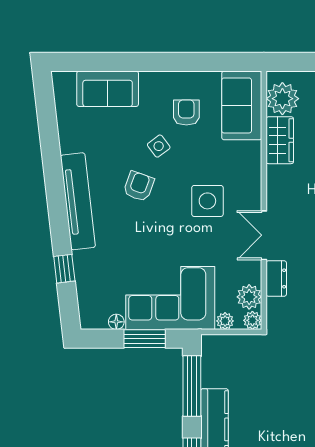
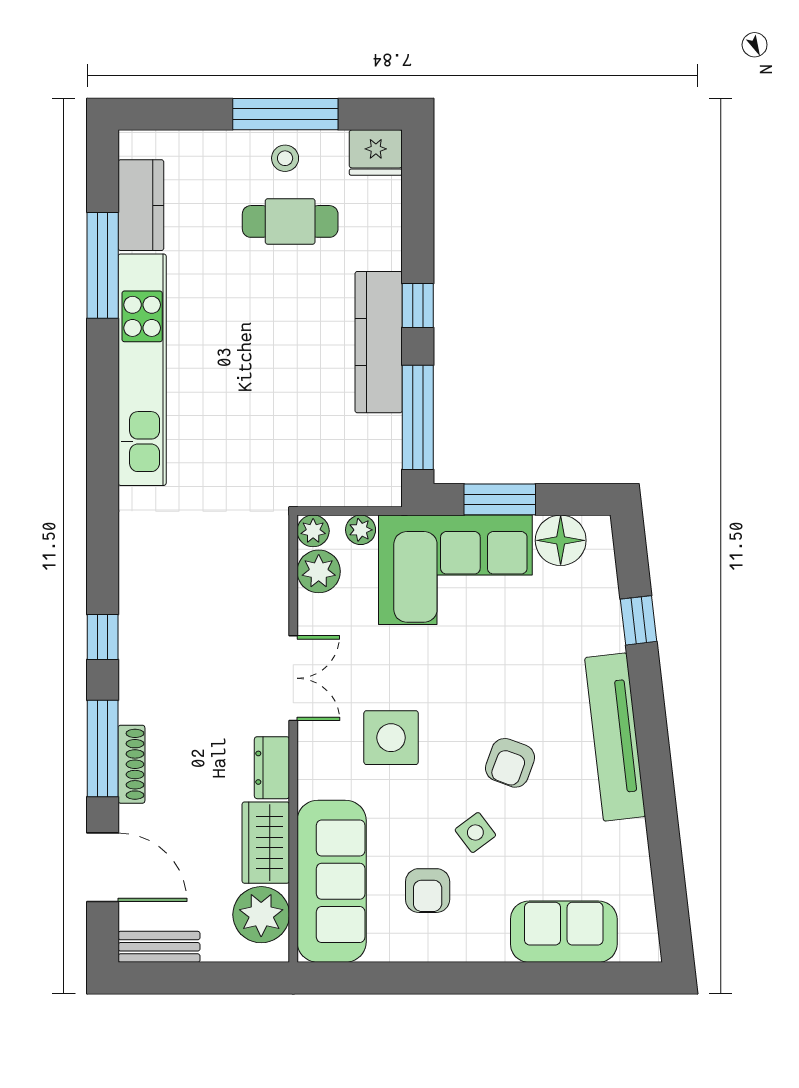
sofa: (242, 105) -> (332, 881), width x1.36
dresser: (276, 278) -> (272, 768), moved
floor lamp: (116, 322) -> (561, 540), width x1.89, depth x1.89

